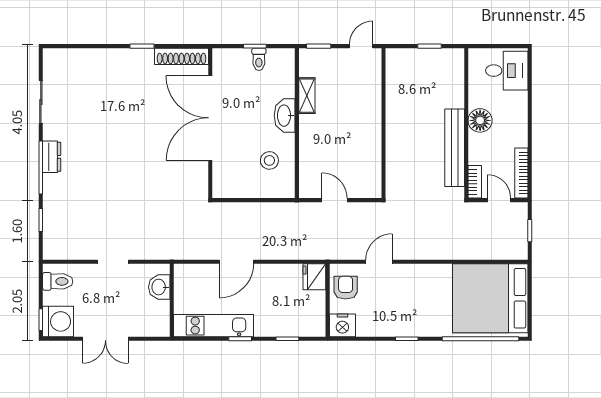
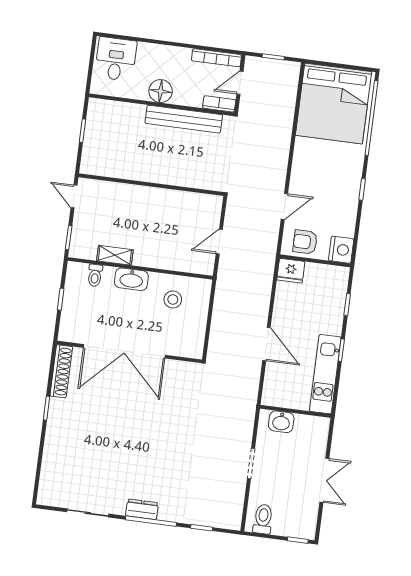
toilet: (259, 59) -> (95, 275), moved, turned 90
door: (379, 262) -> (284, 206), swing flipped
washing machine: (58, 321) -> (302, 524), removed

